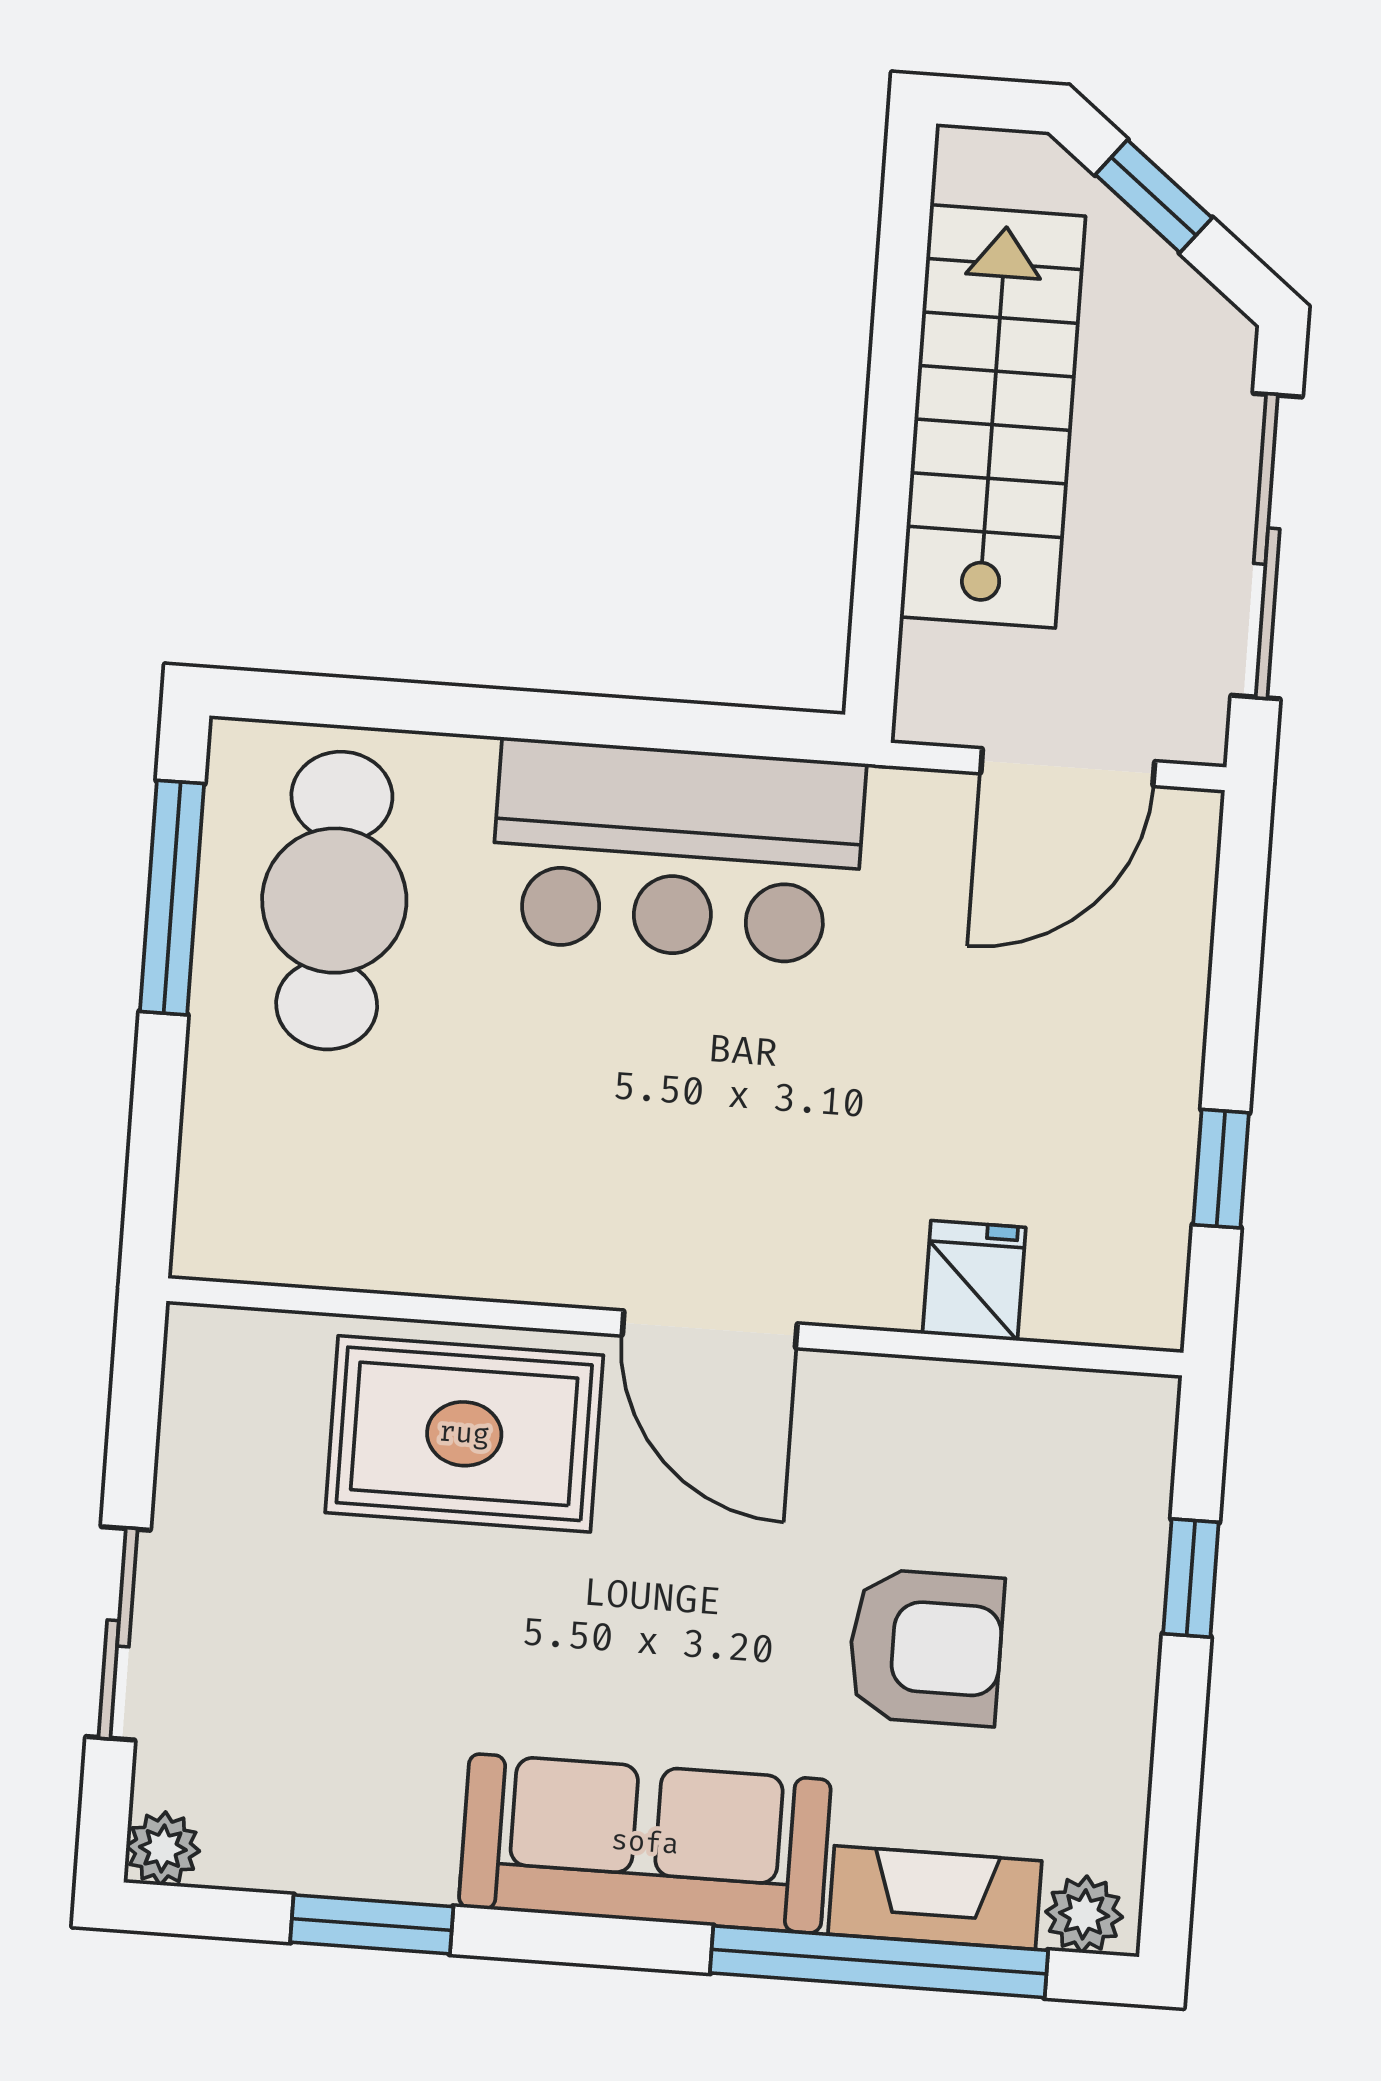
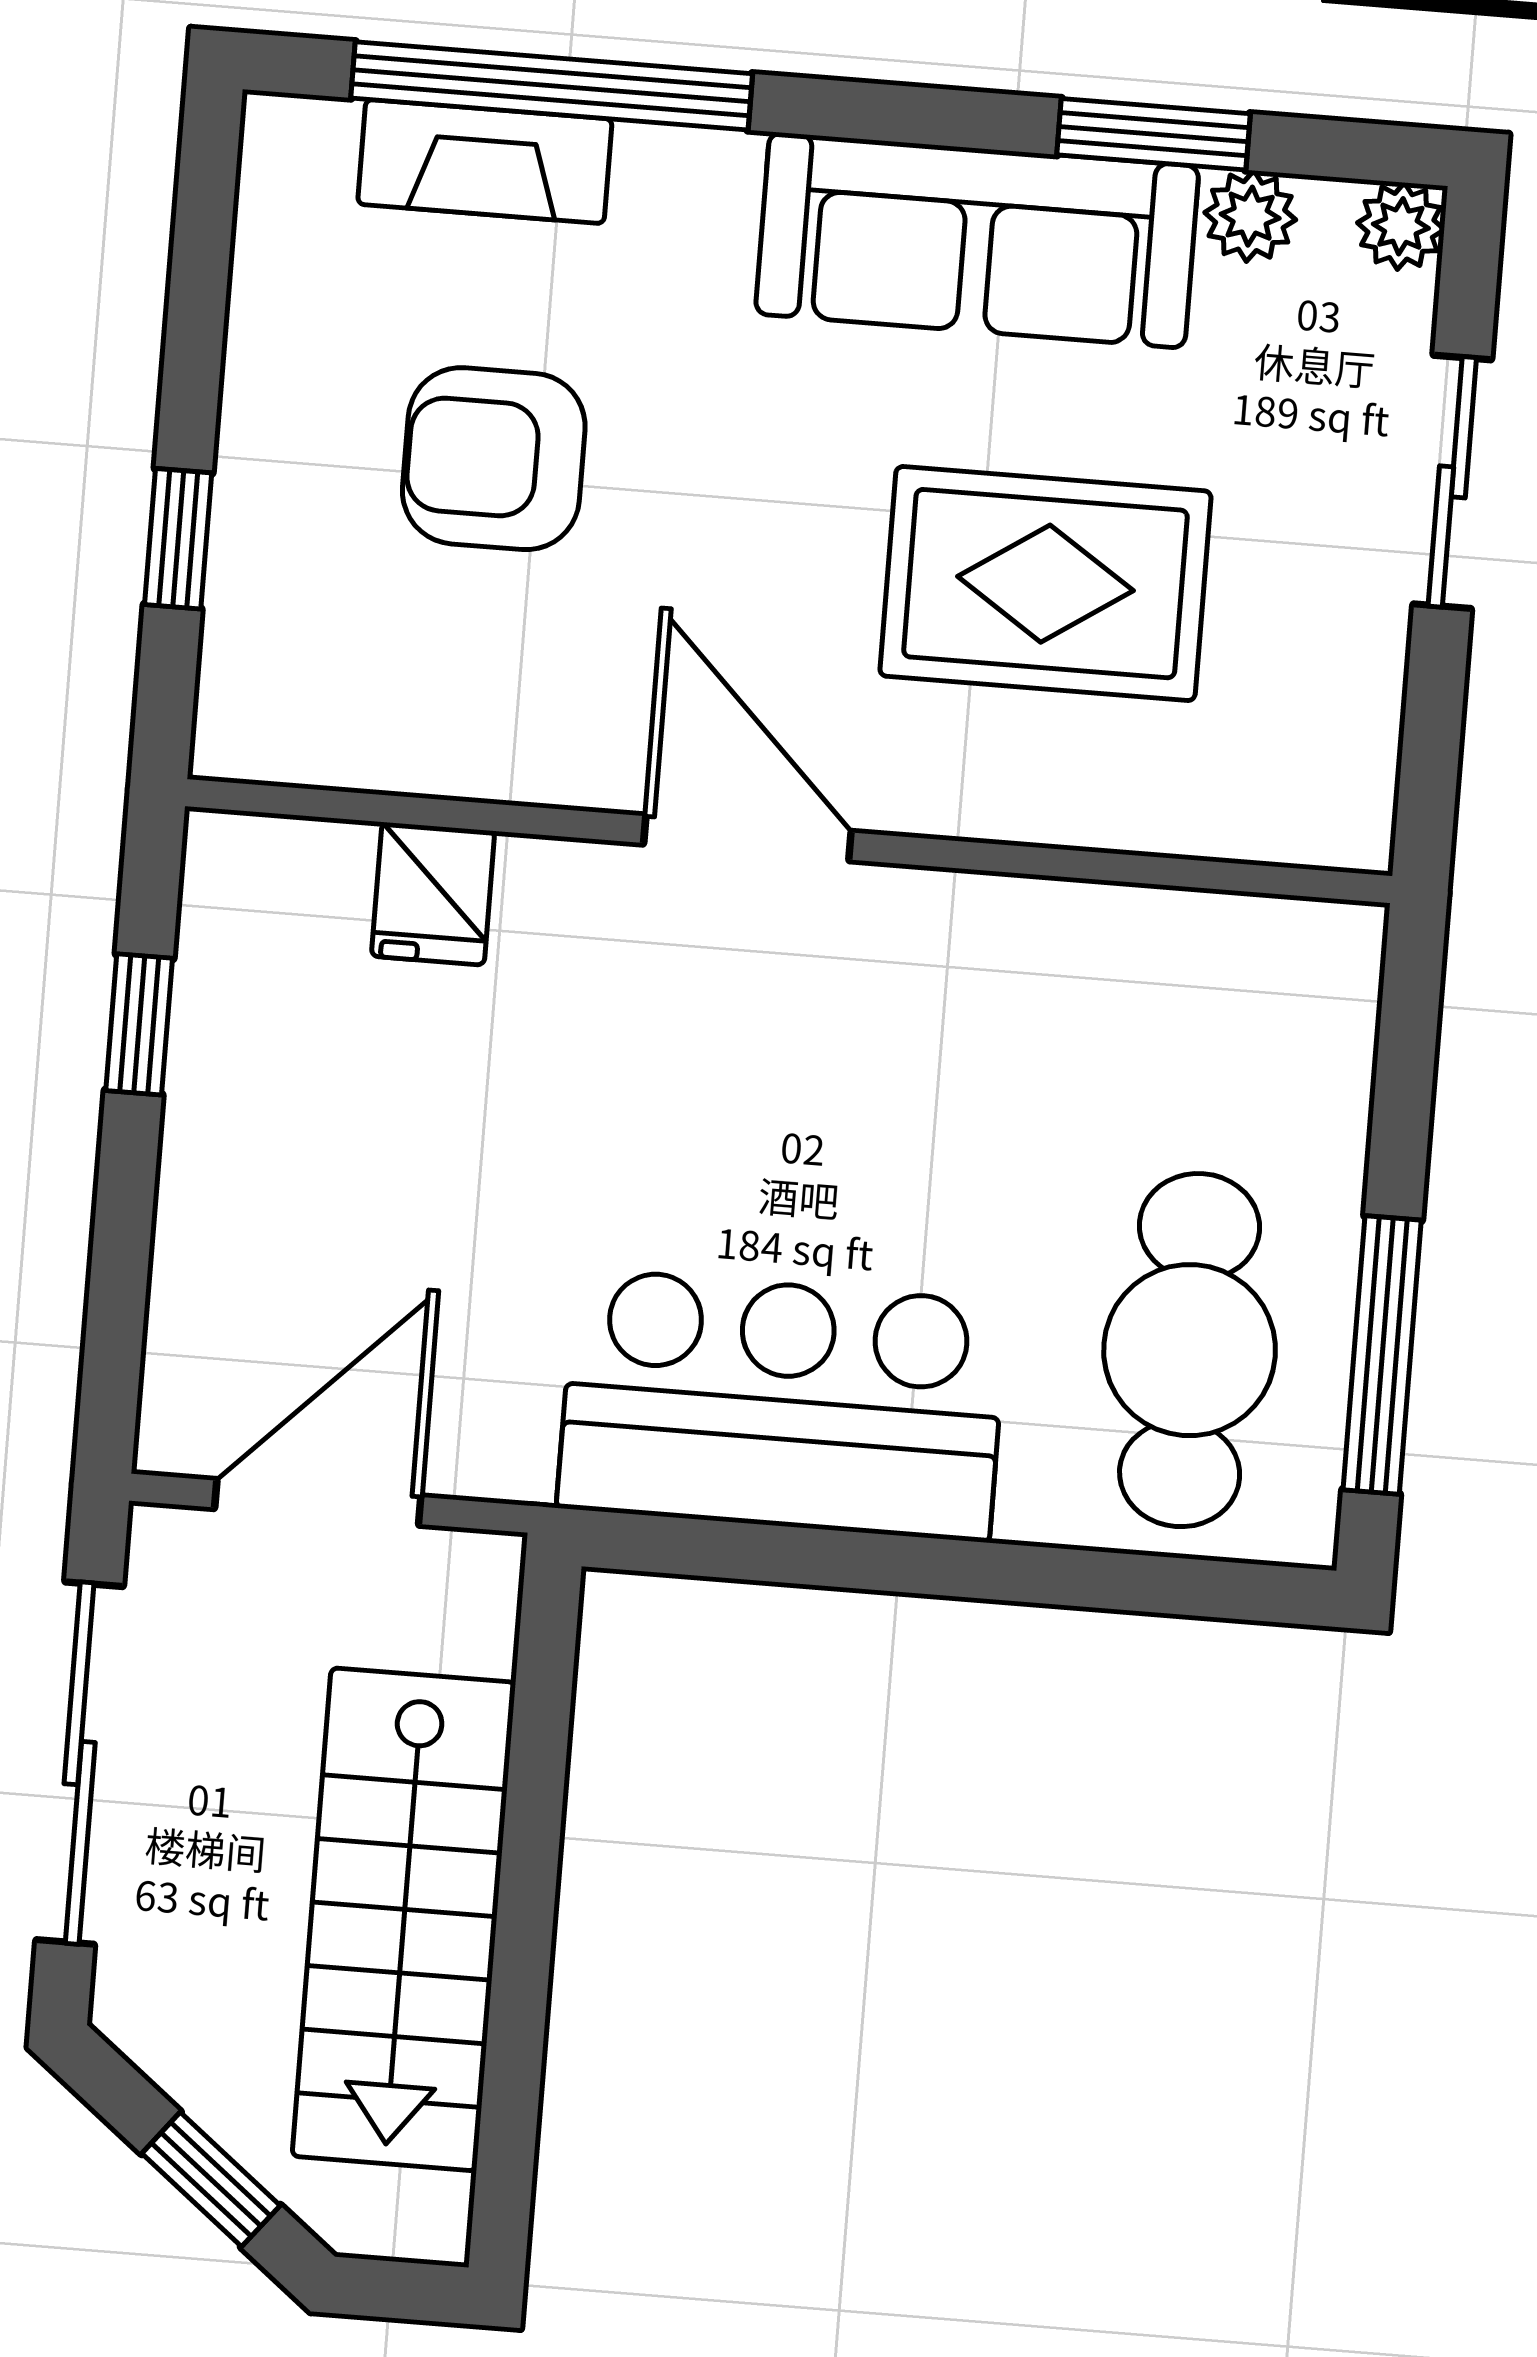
rug: (464, 1434) -> (1045, 584), moved
sofa: (645, 1843) -> (977, 240), moved
plant: (1084, 1914) -> (1250, 216), moved

